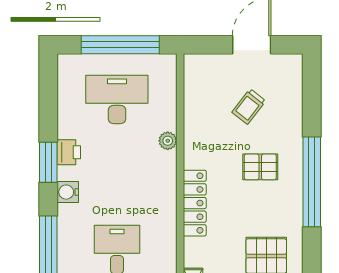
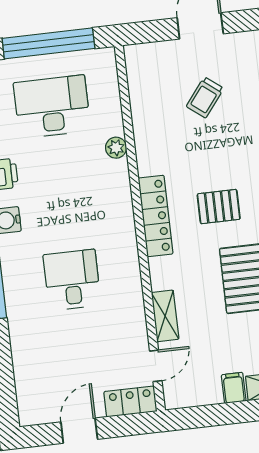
pallet: (260, 167) -> (219, 207), moved

